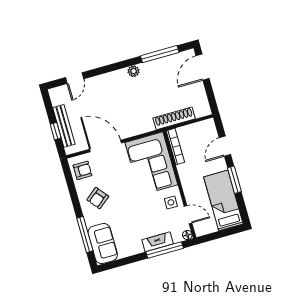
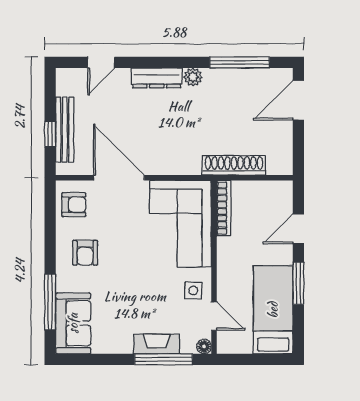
dresser: (111, 78) -> (157, 78), added
armchair: (98, 198) -> (85, 253), turned -51

